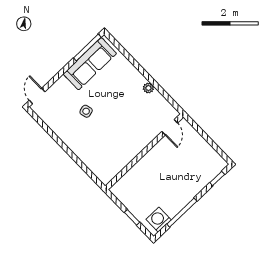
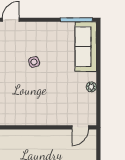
sofa: (90, 64) -> (86, 47), moved, turned 90

